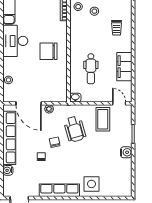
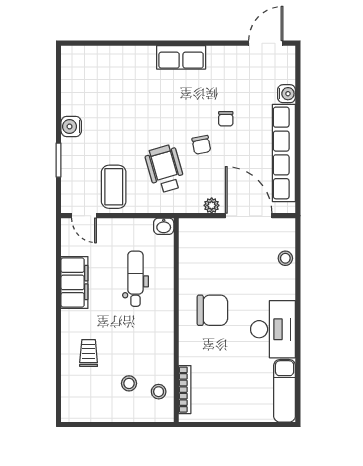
side table: (91, 184) -> (134, 69), removed
row of seats: (59, 190) -> (181, 57), width x0.68

